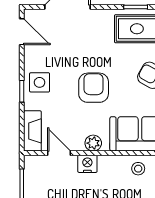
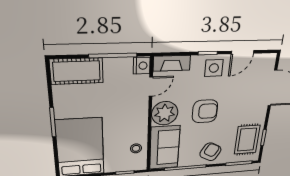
door: (22, 32) -> (243, 52), moved
plant: (93, 143) -> (165, 113), width x1.87, depth x1.87
nightstand: (87, 164) -> (142, 66), moved

